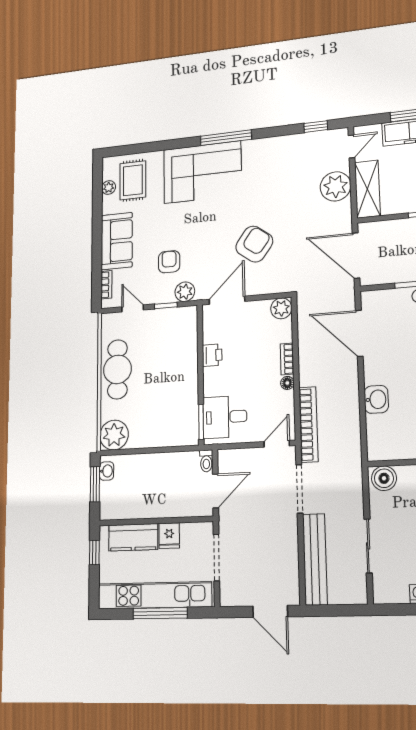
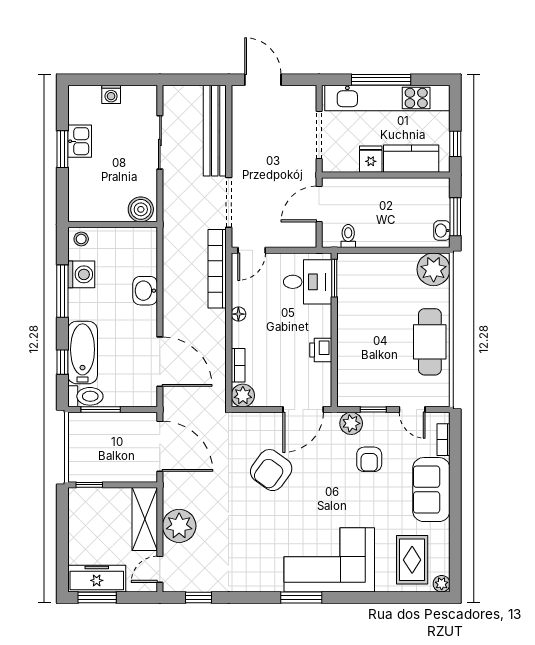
window: (226, 138) -> (301, 597), width x0.69
plant: (109, 187) -> (442, 584), moved
bookcase: (287, 359) -> (238, 365), moved
toilet: (206, 461) -> (348, 236), moved

